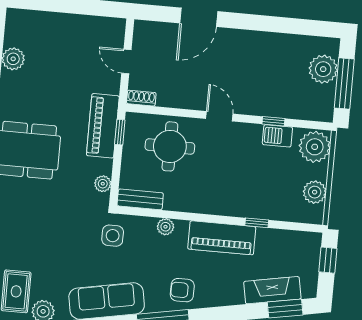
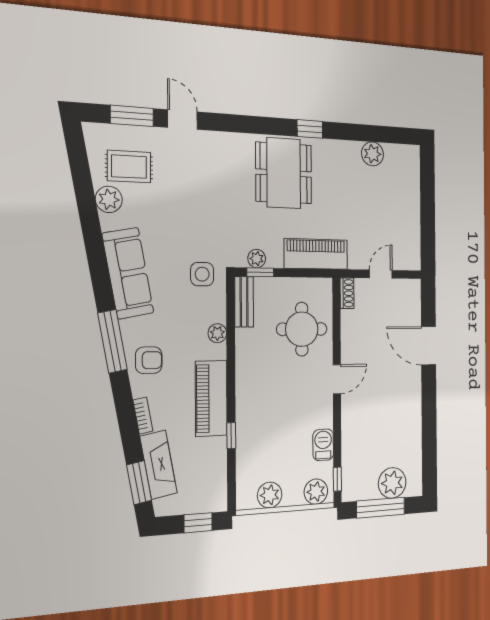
window: (273, 121) -> (337, 479), moved
window: (120, 132) -> (260, 272), moved
plant: (315, 147) -> (316, 492), width x0.73, depth x0.73
armchair: (182, 290) -> (149, 360), turned 90
bookcase: (229, 300) -> (143, 416), added

